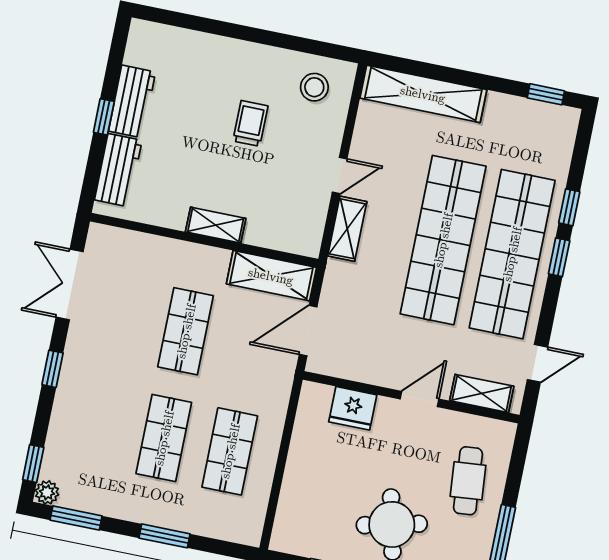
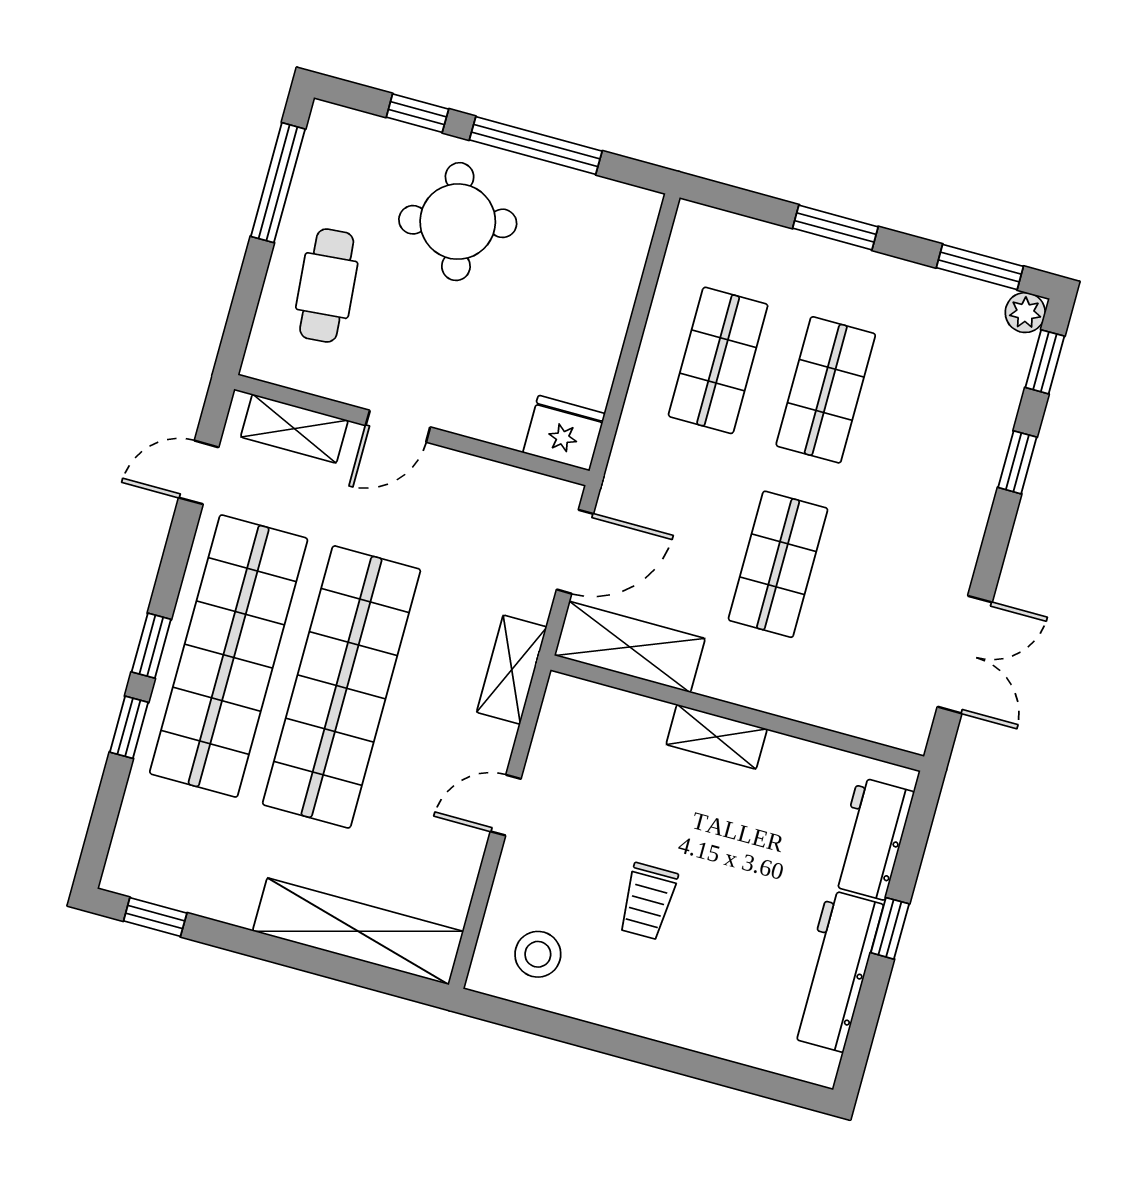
workbench: (132, 101) -> (836, 971), width x1.38
shelving: (347, 229) -> (512, 670), moved
window: (53, 369) -> (1017, 462), moved
fridge: (353, 408) -> (564, 433), moved

